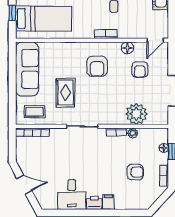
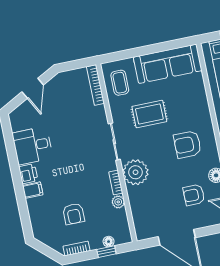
plant: (136, 114) -> (136, 172), moved

